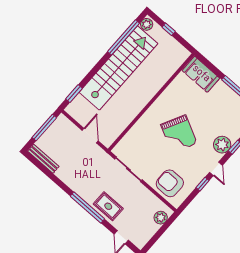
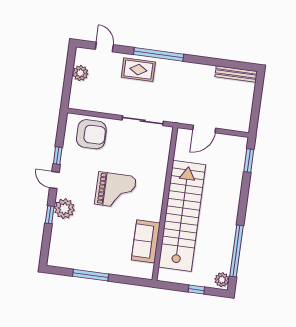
stairs: (118, 68) -> (182, 216), moved, turned 180
sofa: (201, 74) -> (146, 241), moved, turned -90
window: (44, 128) -> (256, 106), removed
grand piano: (179, 134) -> (115, 190), turned 153
door: (90, 136) -> (204, 129), hinge flipped
plant: (161, 218) -> (80, 73), moved

